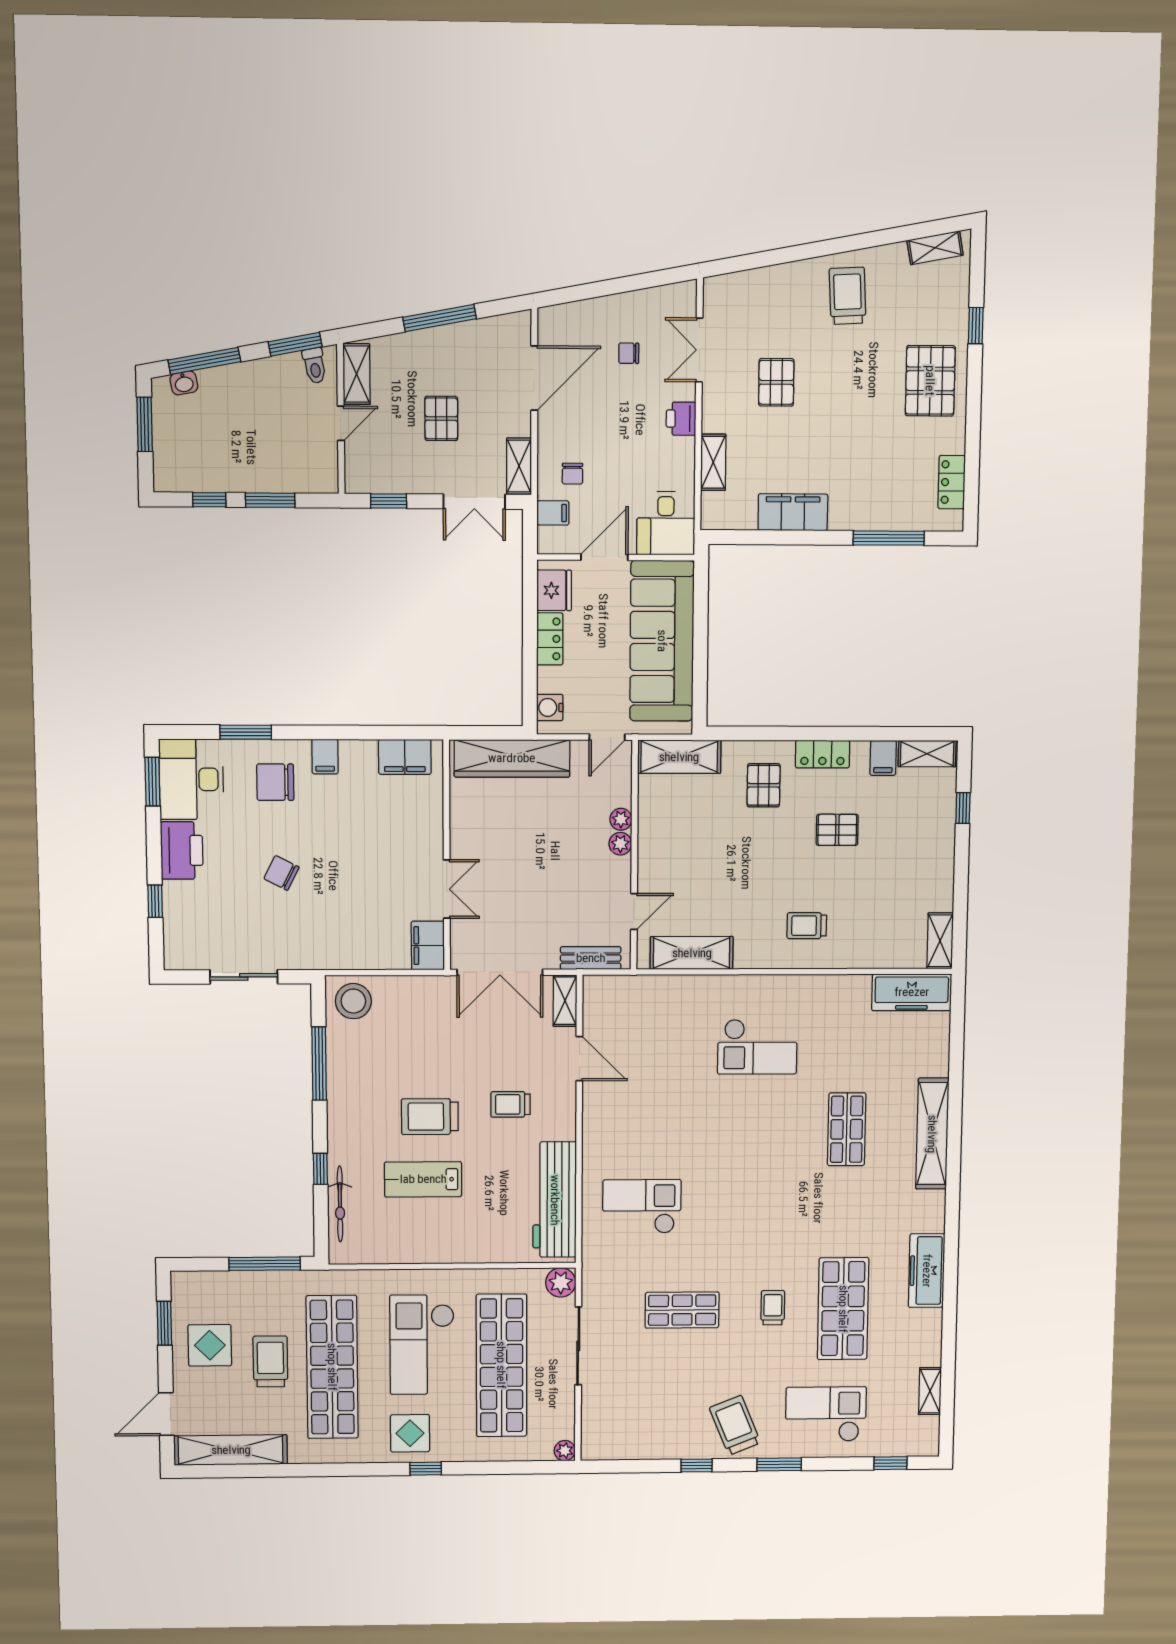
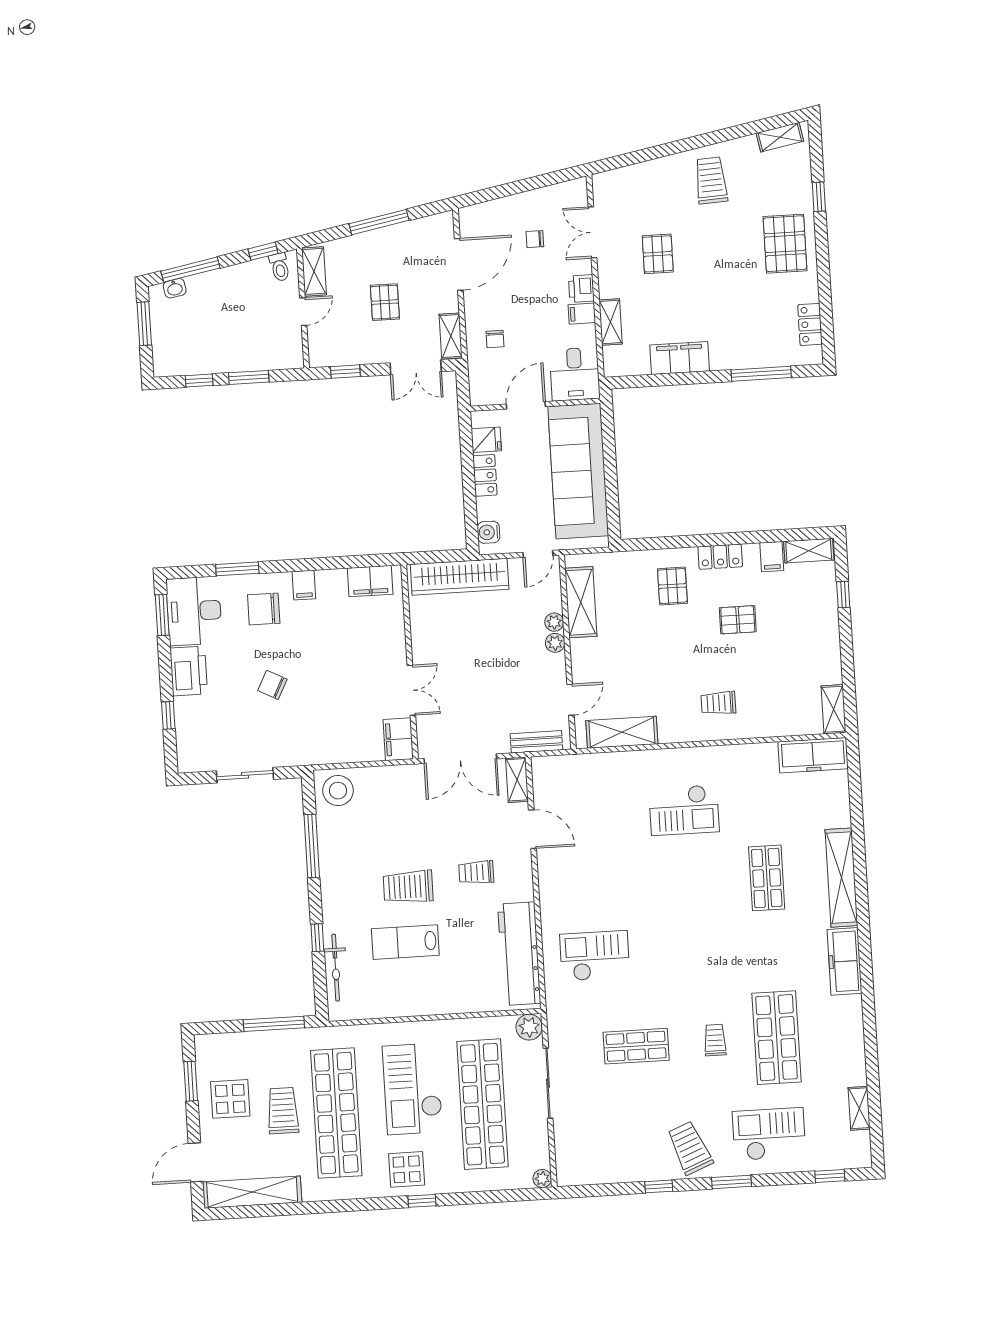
window: (295, 344) -> (263, 251), width x0.67
filing cabinet: (553, 513) -> (582, 314), moved, turned 180
fridge: (554, 590) -> (486, 440), width x0.72
shelving: (679, 757) -> (581, 602), moved, turned 90
freezer: (927, 1271) -> (845, 961), moved

